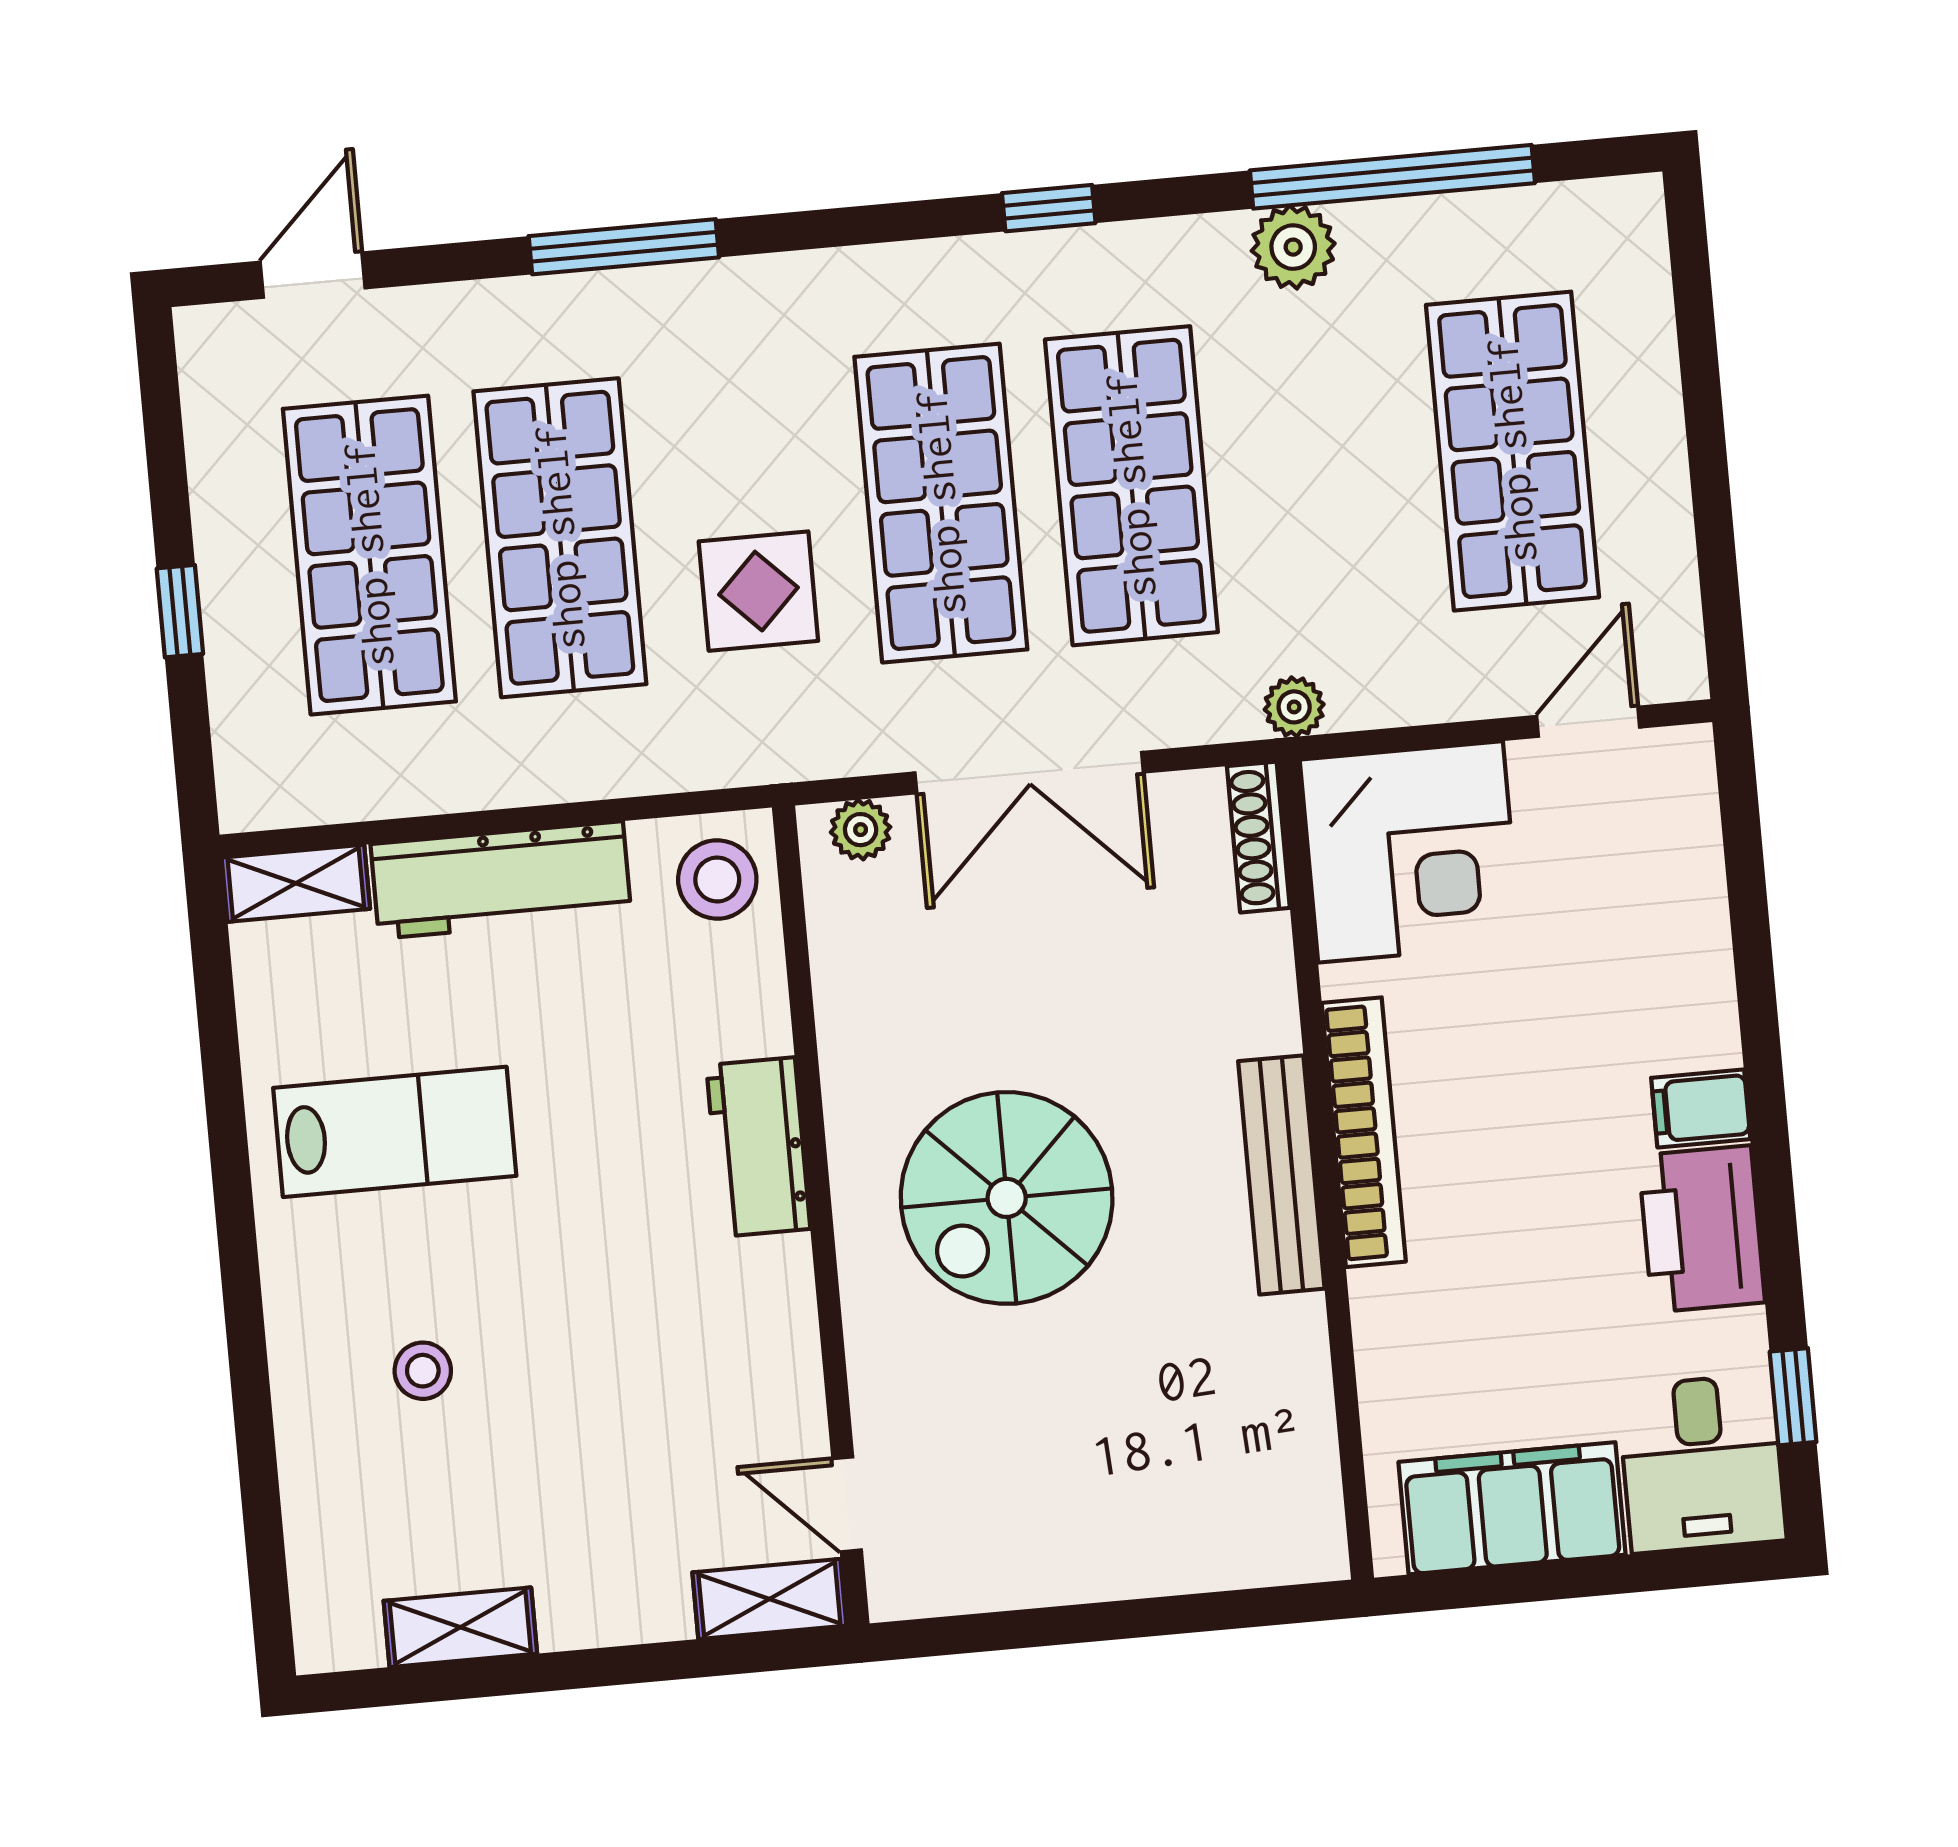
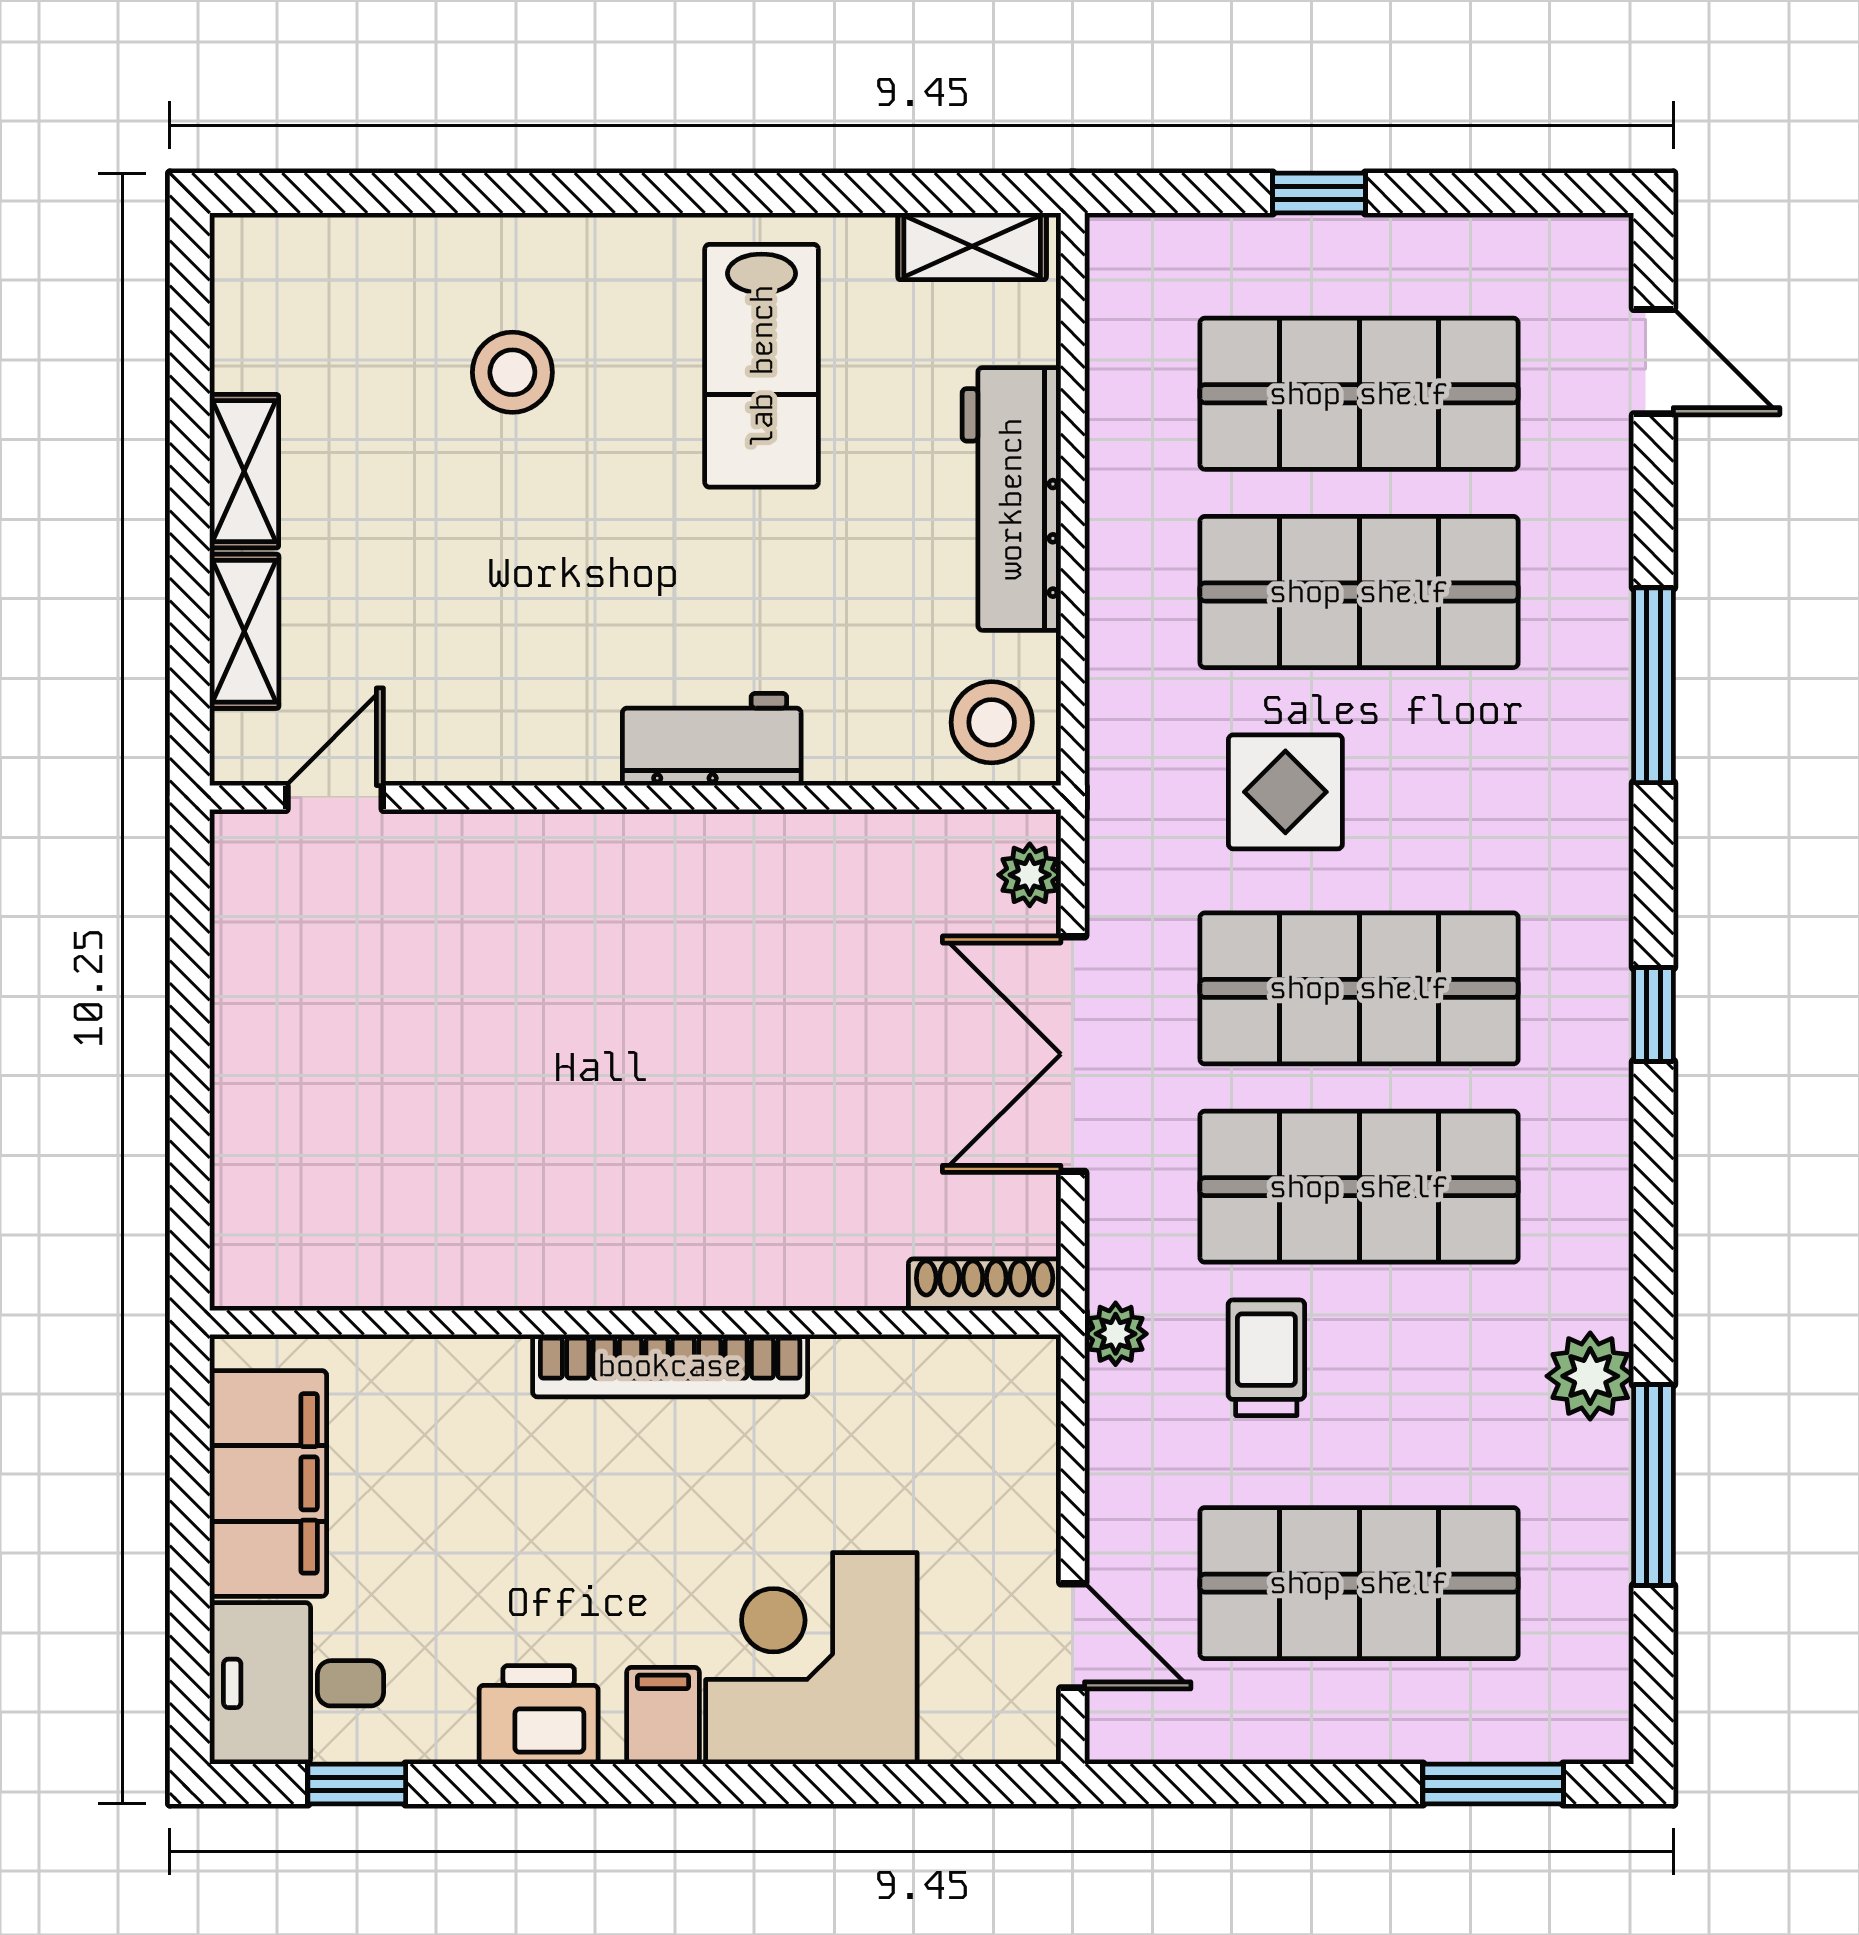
window: (1392, 177) -> (1653, 1485), width x0.68
window: (1049, 208) -> (1653, 1014), moved
window: (1694, 305) -> (1493, 1784), added
trolley: (1304, 560) -> (1266, 1358), added
corner desk: (1410, 852) -> (811, 1658), moved, turned 90
shelving: (296, 883) -> (972, 246), moved, turned 90
bench: (1281, 1175) -> (634, 1277), removed
spiral stairs: (1007, 1198) -> (636, 991), removed
printer: (1702, 1229) -> (539, 1715), width x0.73, depth x0.84
stool: (423, 1371) -> (512, 372), width x1.37, depth x1.37
shelving: (769, 1599) -> (244, 631), moved
shelving: (460, 1627) -> (244, 471), moved

